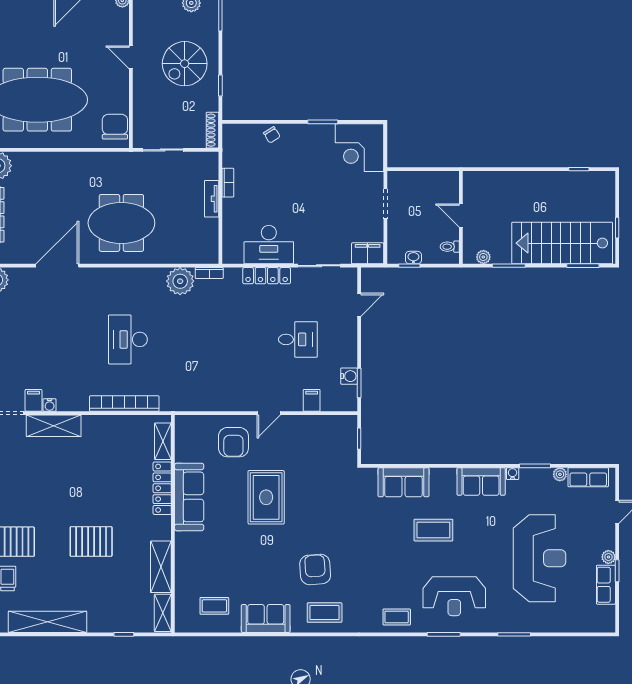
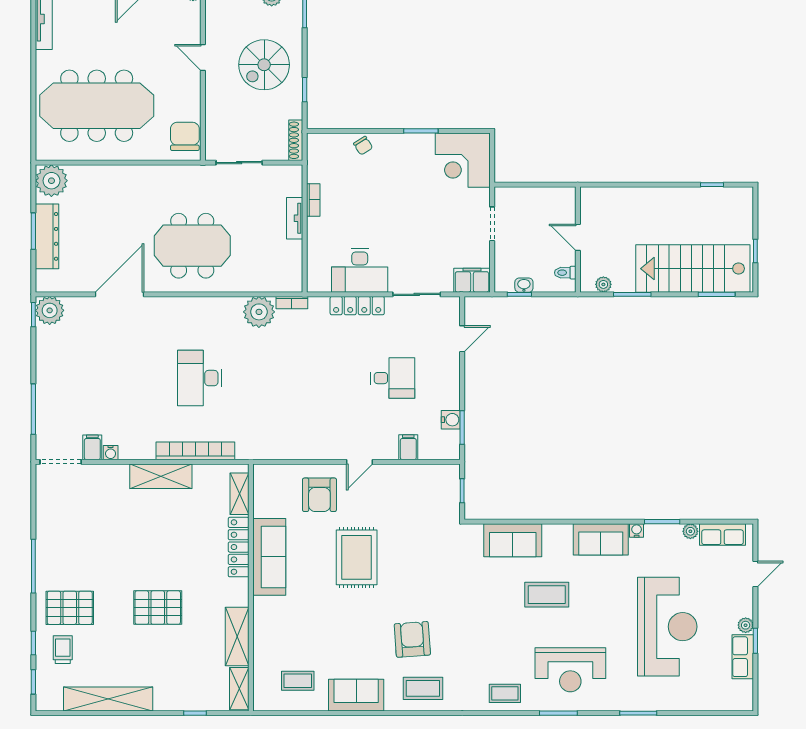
shelving: (54, 426) -> (161, 476), moved

